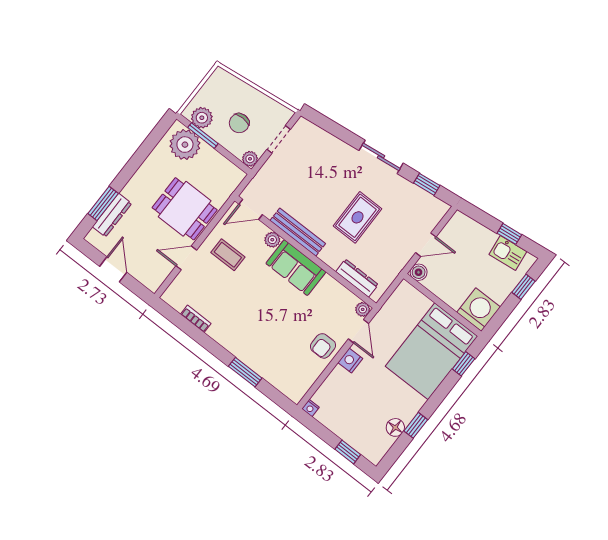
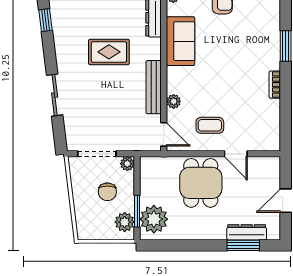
chair: (239, 123) -> (107, 192), turned 90
doorway: (279, 139) -> (97, 154), width x1.38
sliding door: (381, 157) -> (55, 95), moved
coffee table: (228, 255) -> (210, 125), turned 90
sofa: (296, 268) -> (181, 41), moved
bookcase: (196, 319) -> (275, 85), moved

